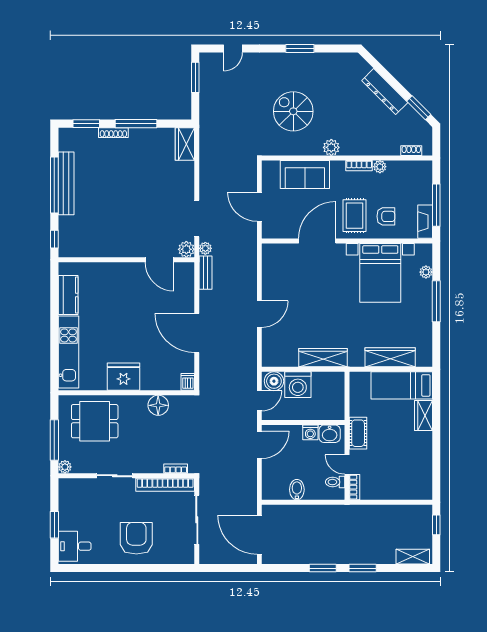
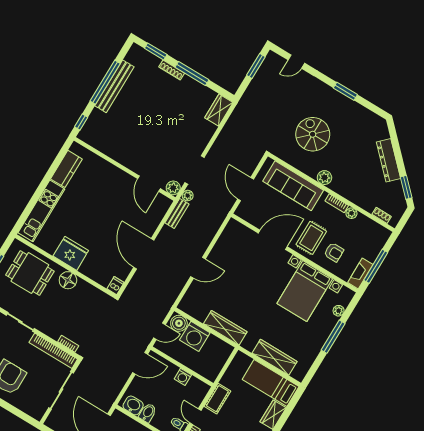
sofa: (305, 175) -> (293, 186), width x1.36
floor lamp: (158, 405) -> (68, 280), moved
washbasin: (330, 434) -> (133, 405), moved, turned 180

